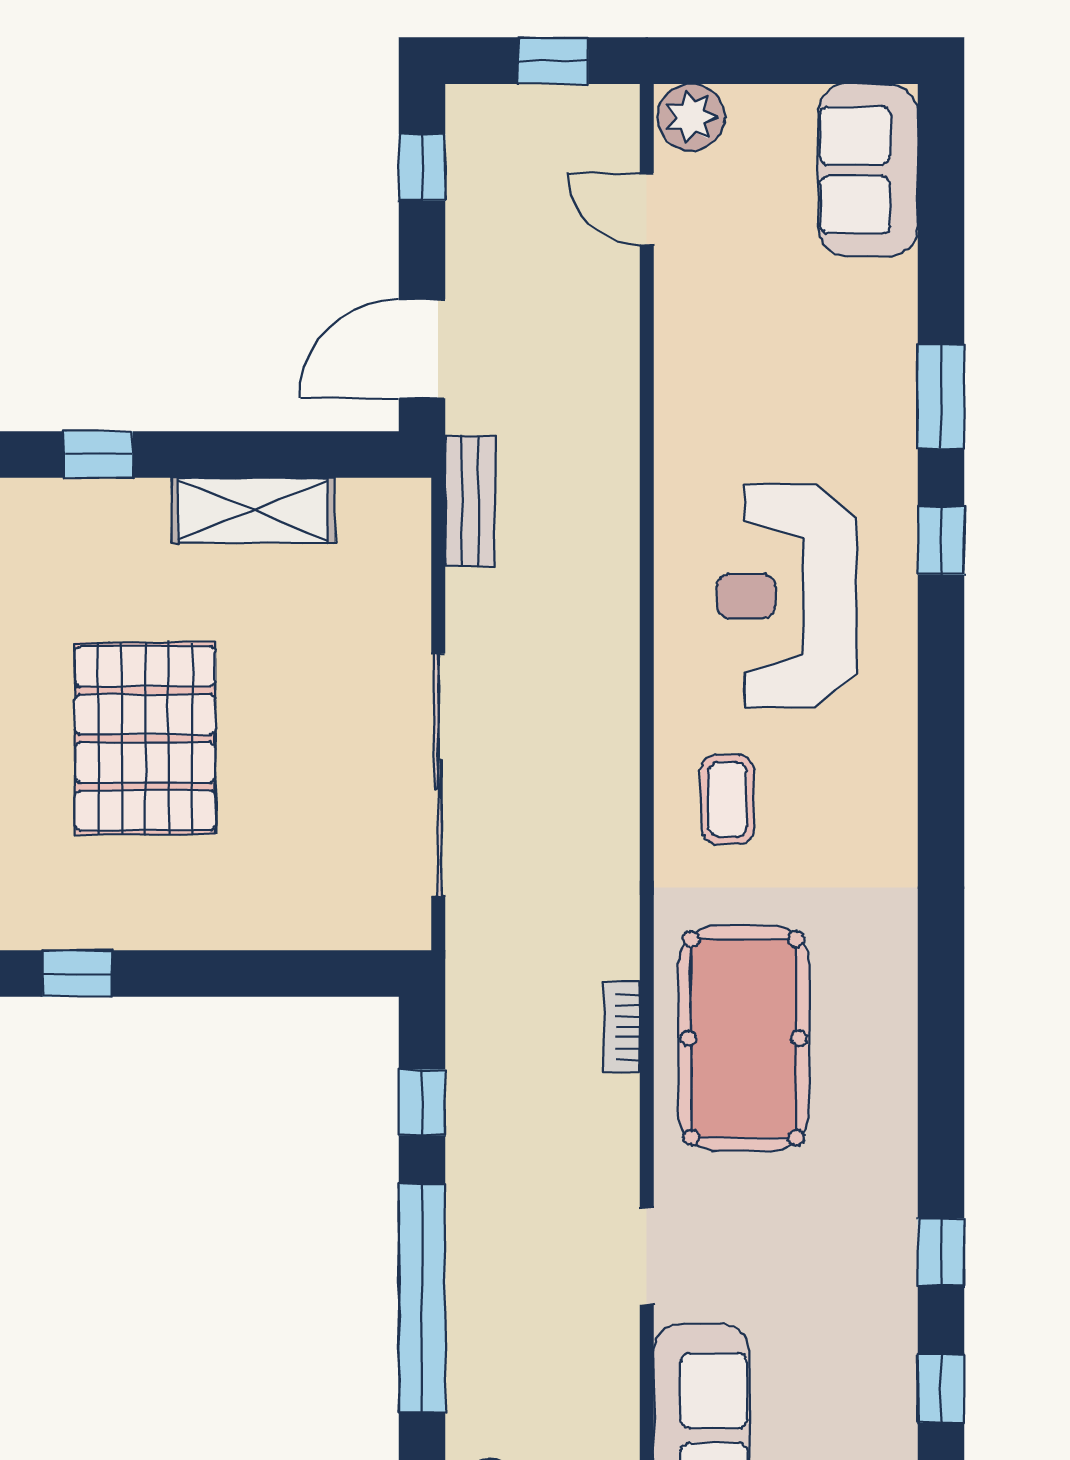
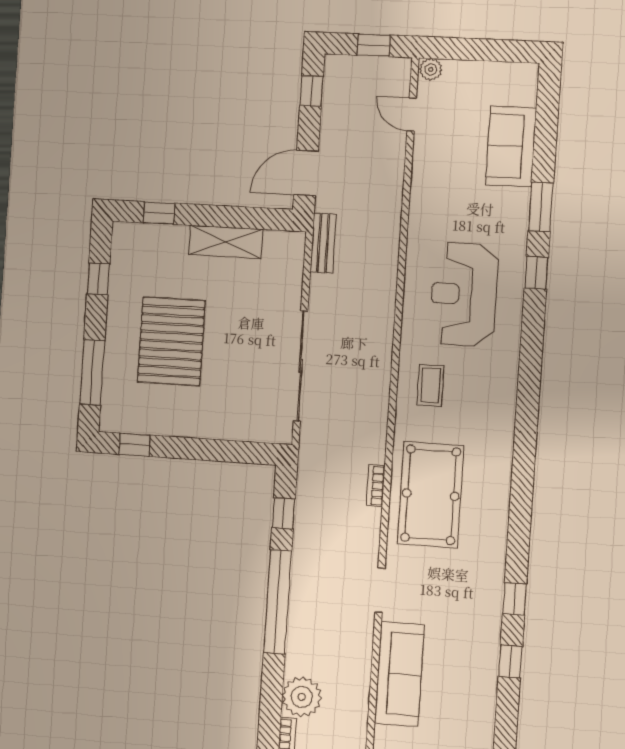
plant: (691, 117) -> (431, 69), width x0.73, depth x0.73
sofa: (868, 170) -> (511, 146), moved

